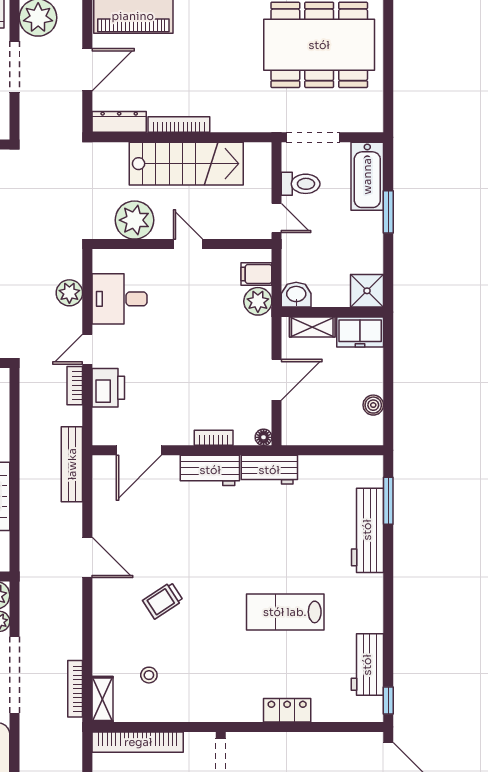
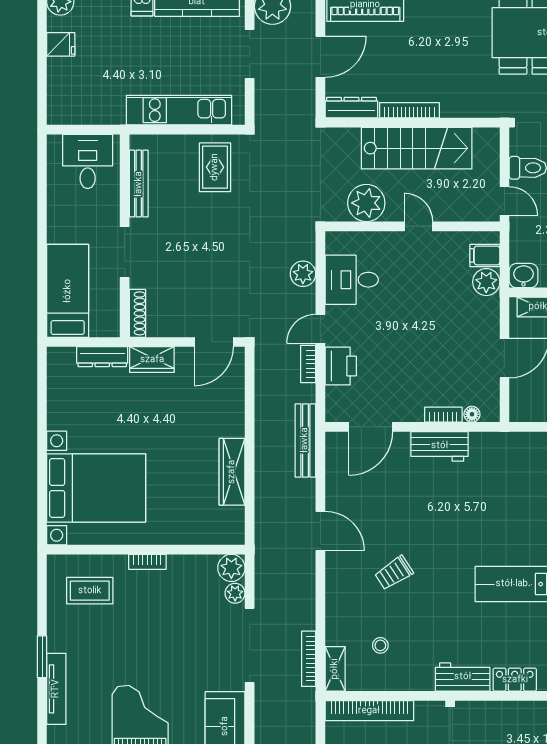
floor lamp: (264, 437) -> (472, 414), moved
workbench: (269, 470) -> (463, 677), moved, turned 180

